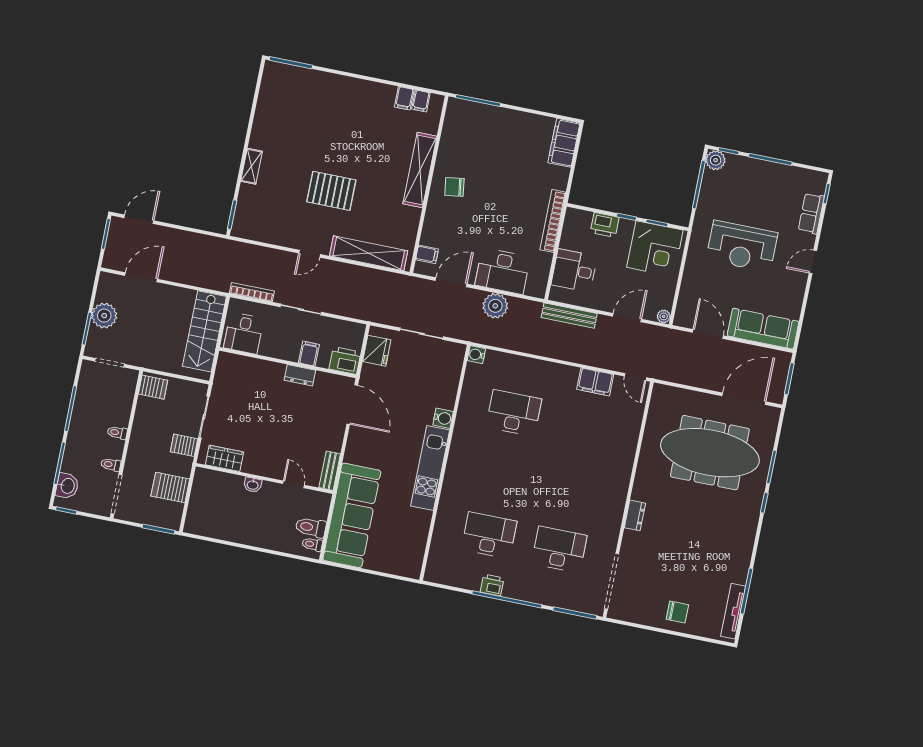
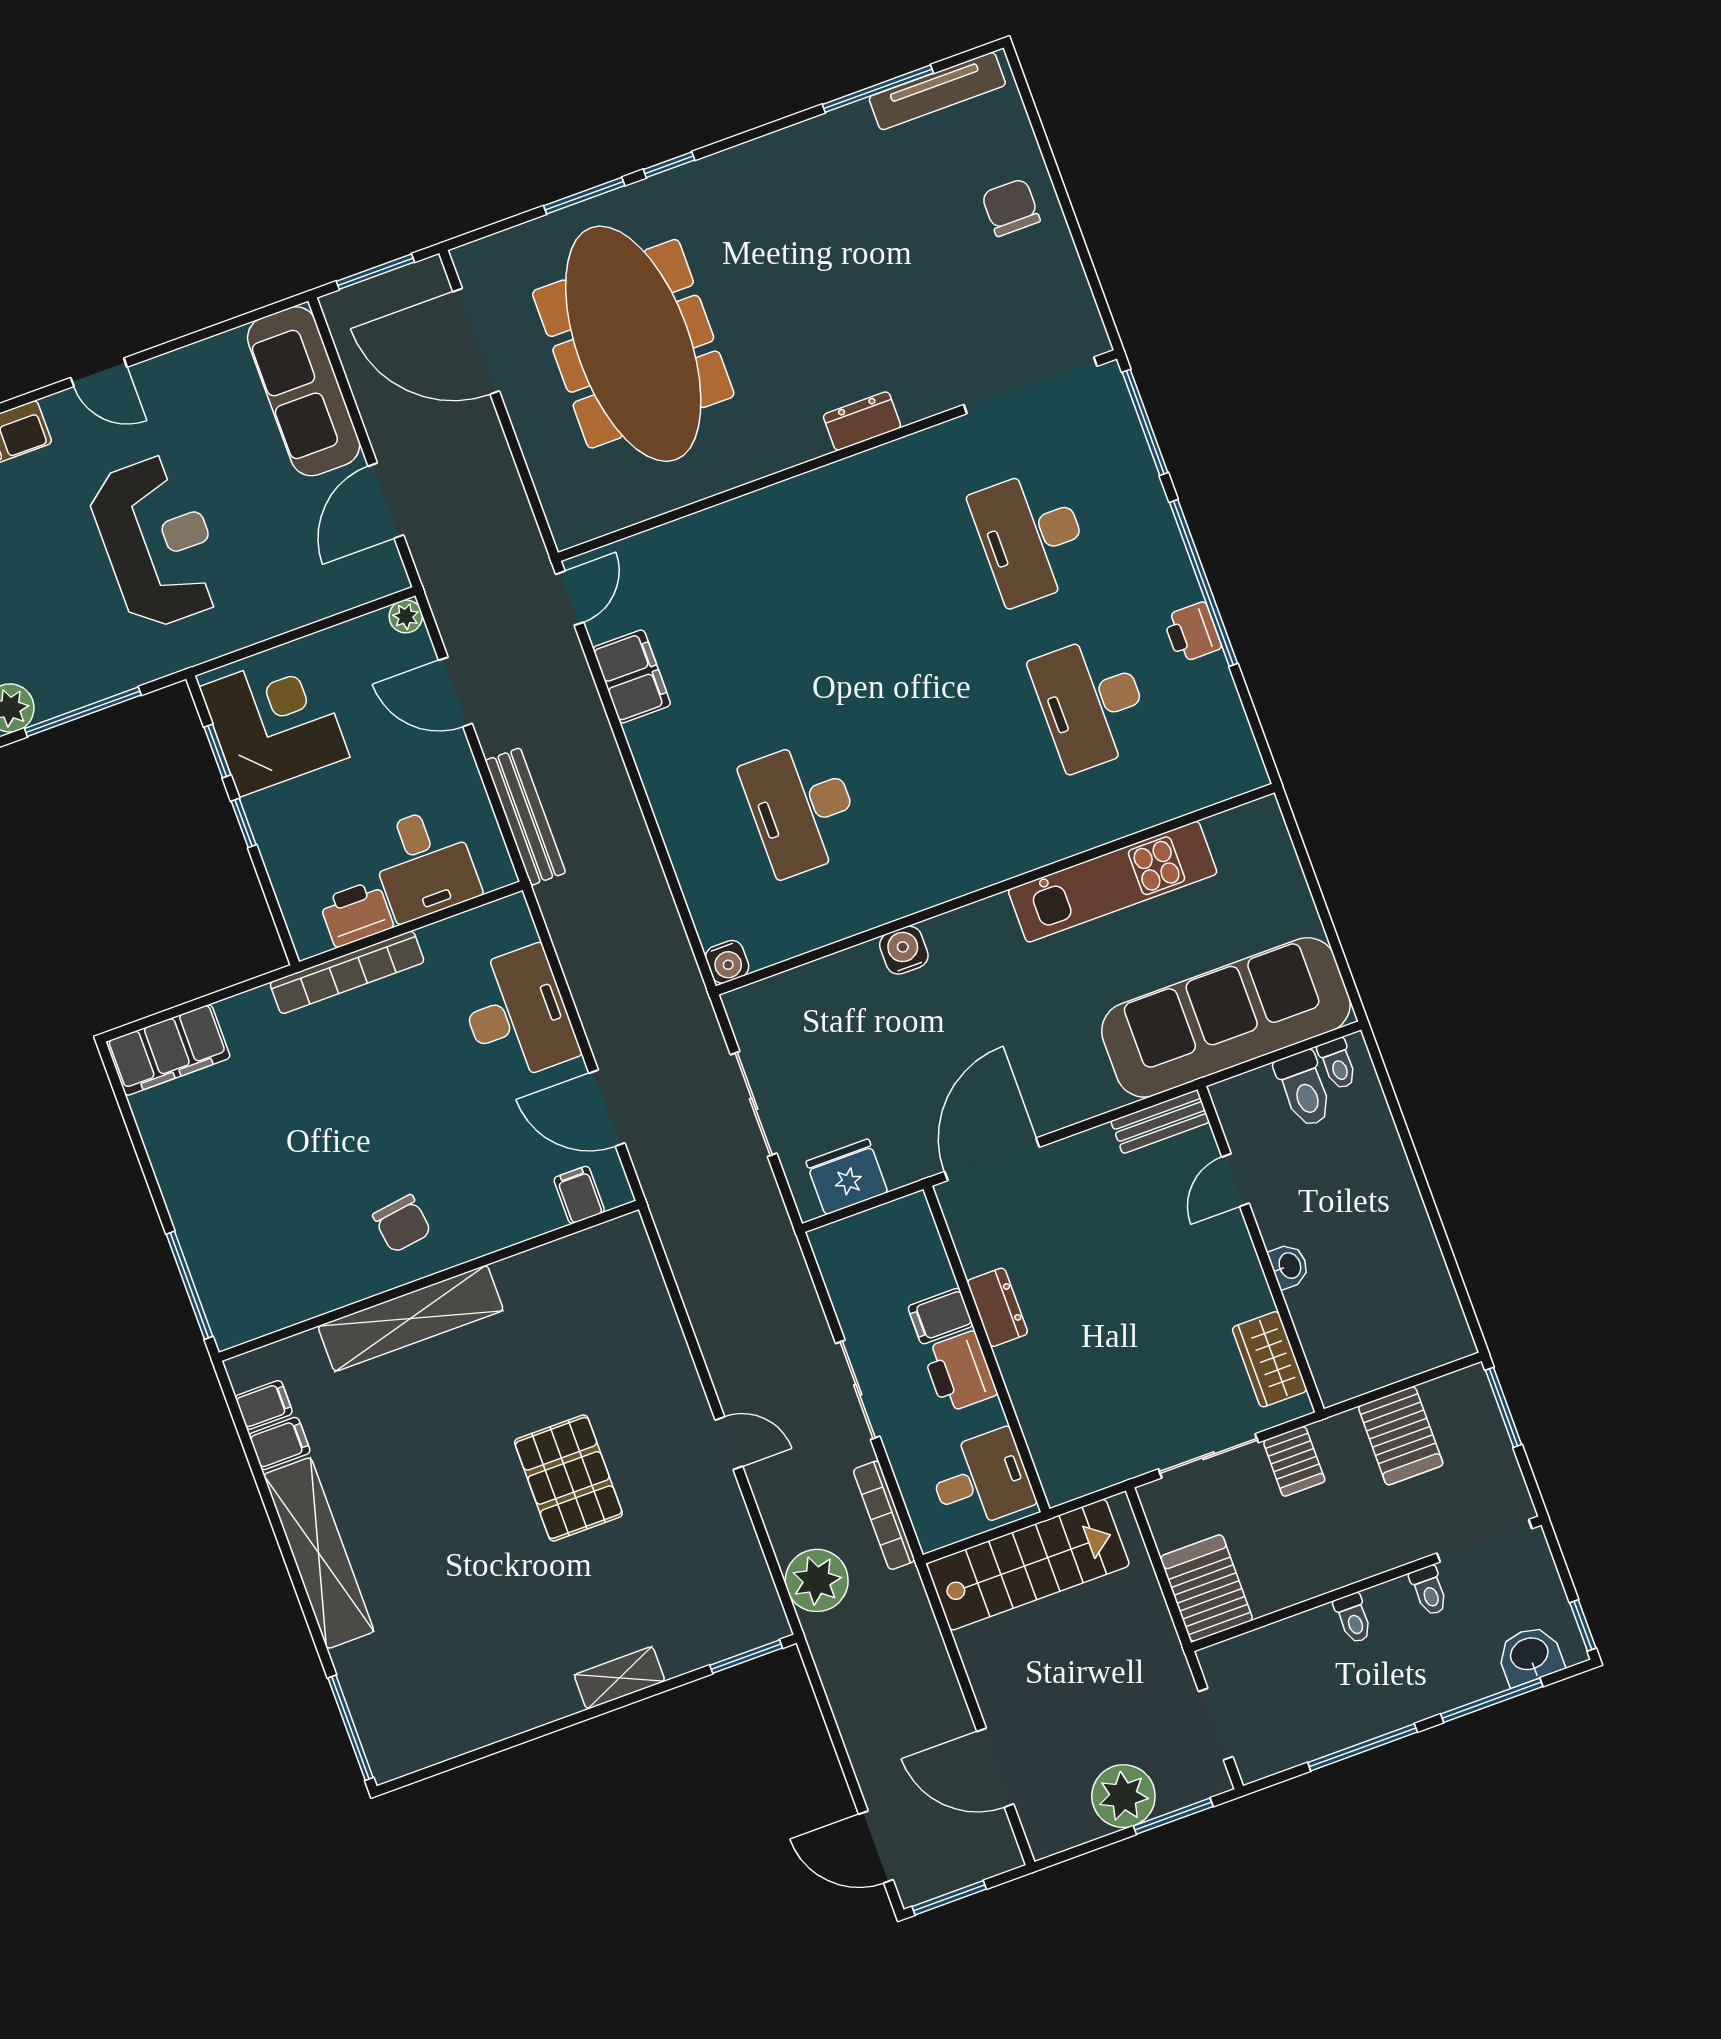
printer: (605, 225) -> (356, 914), moved, turned -90
shelving: (369, 253) -> (319, 1553), moved
plant: (495, 306) -> (817, 1580), moved
printer: (345, 361) -> (960, 1372), moved
server rack: (153, 387) -> (1207, 1588), width x1.36, depth x1.44
kitchen unit: (430, 468) -> (1113, 882), moved

